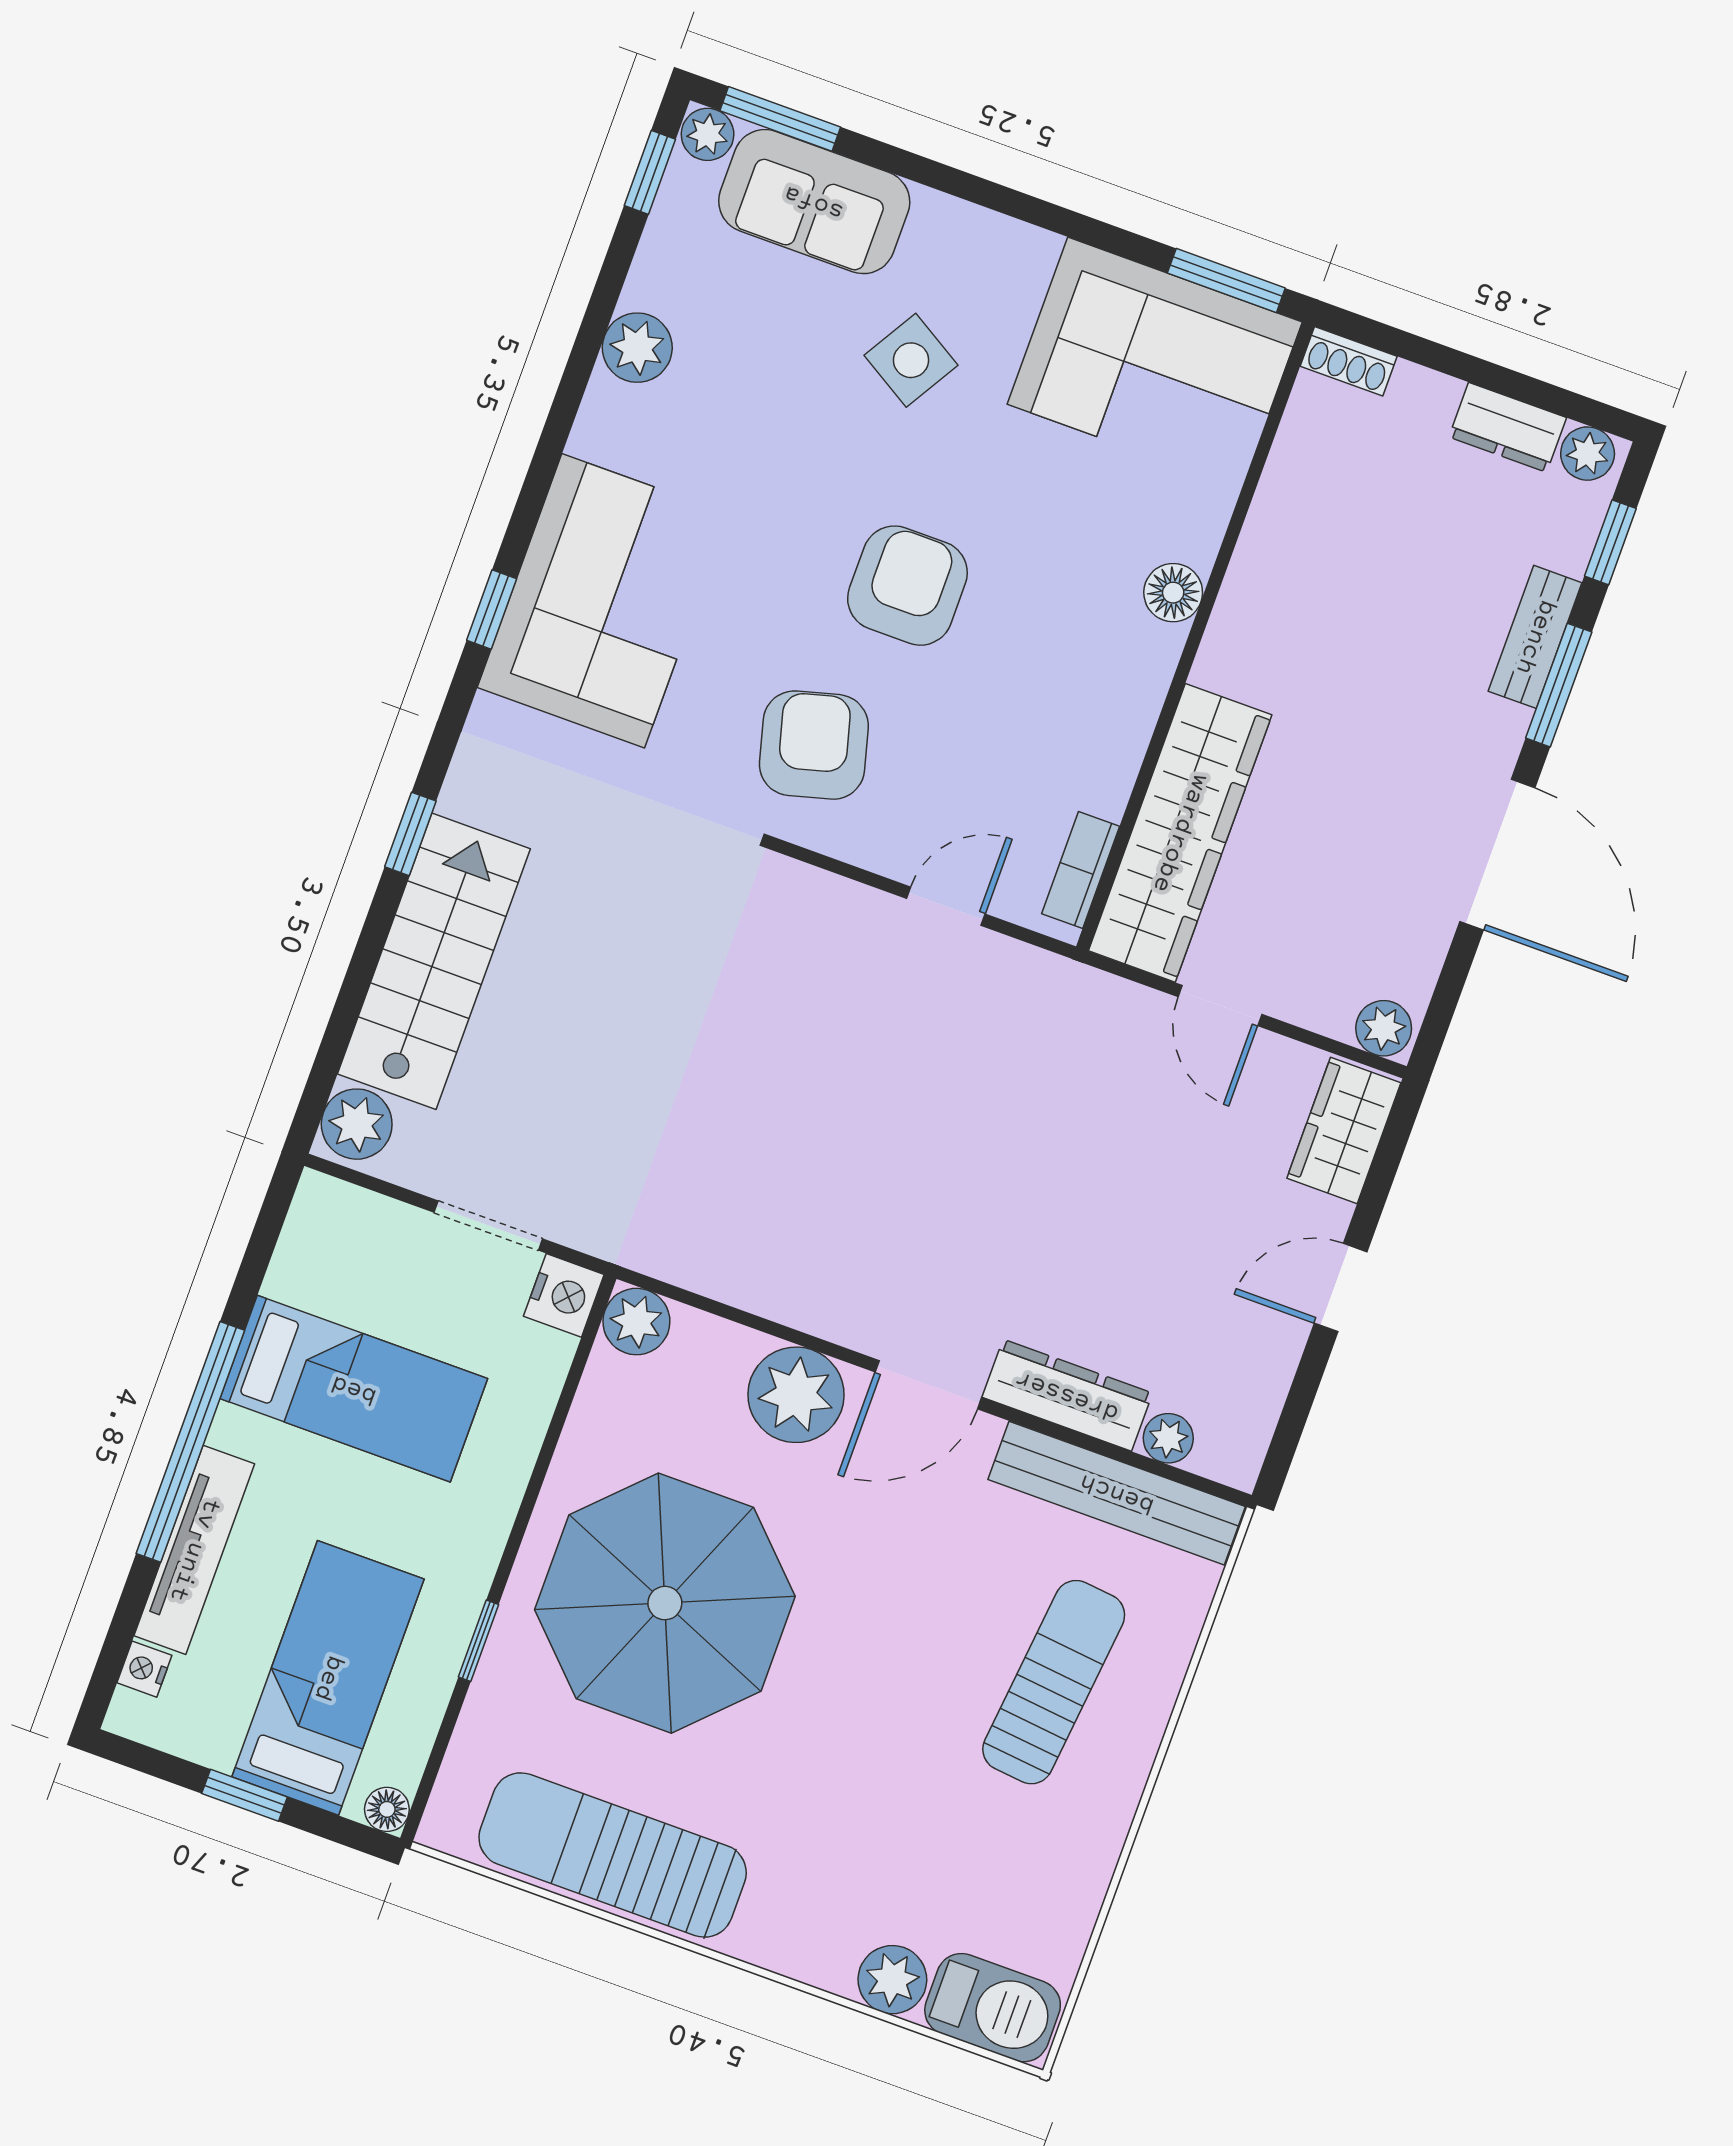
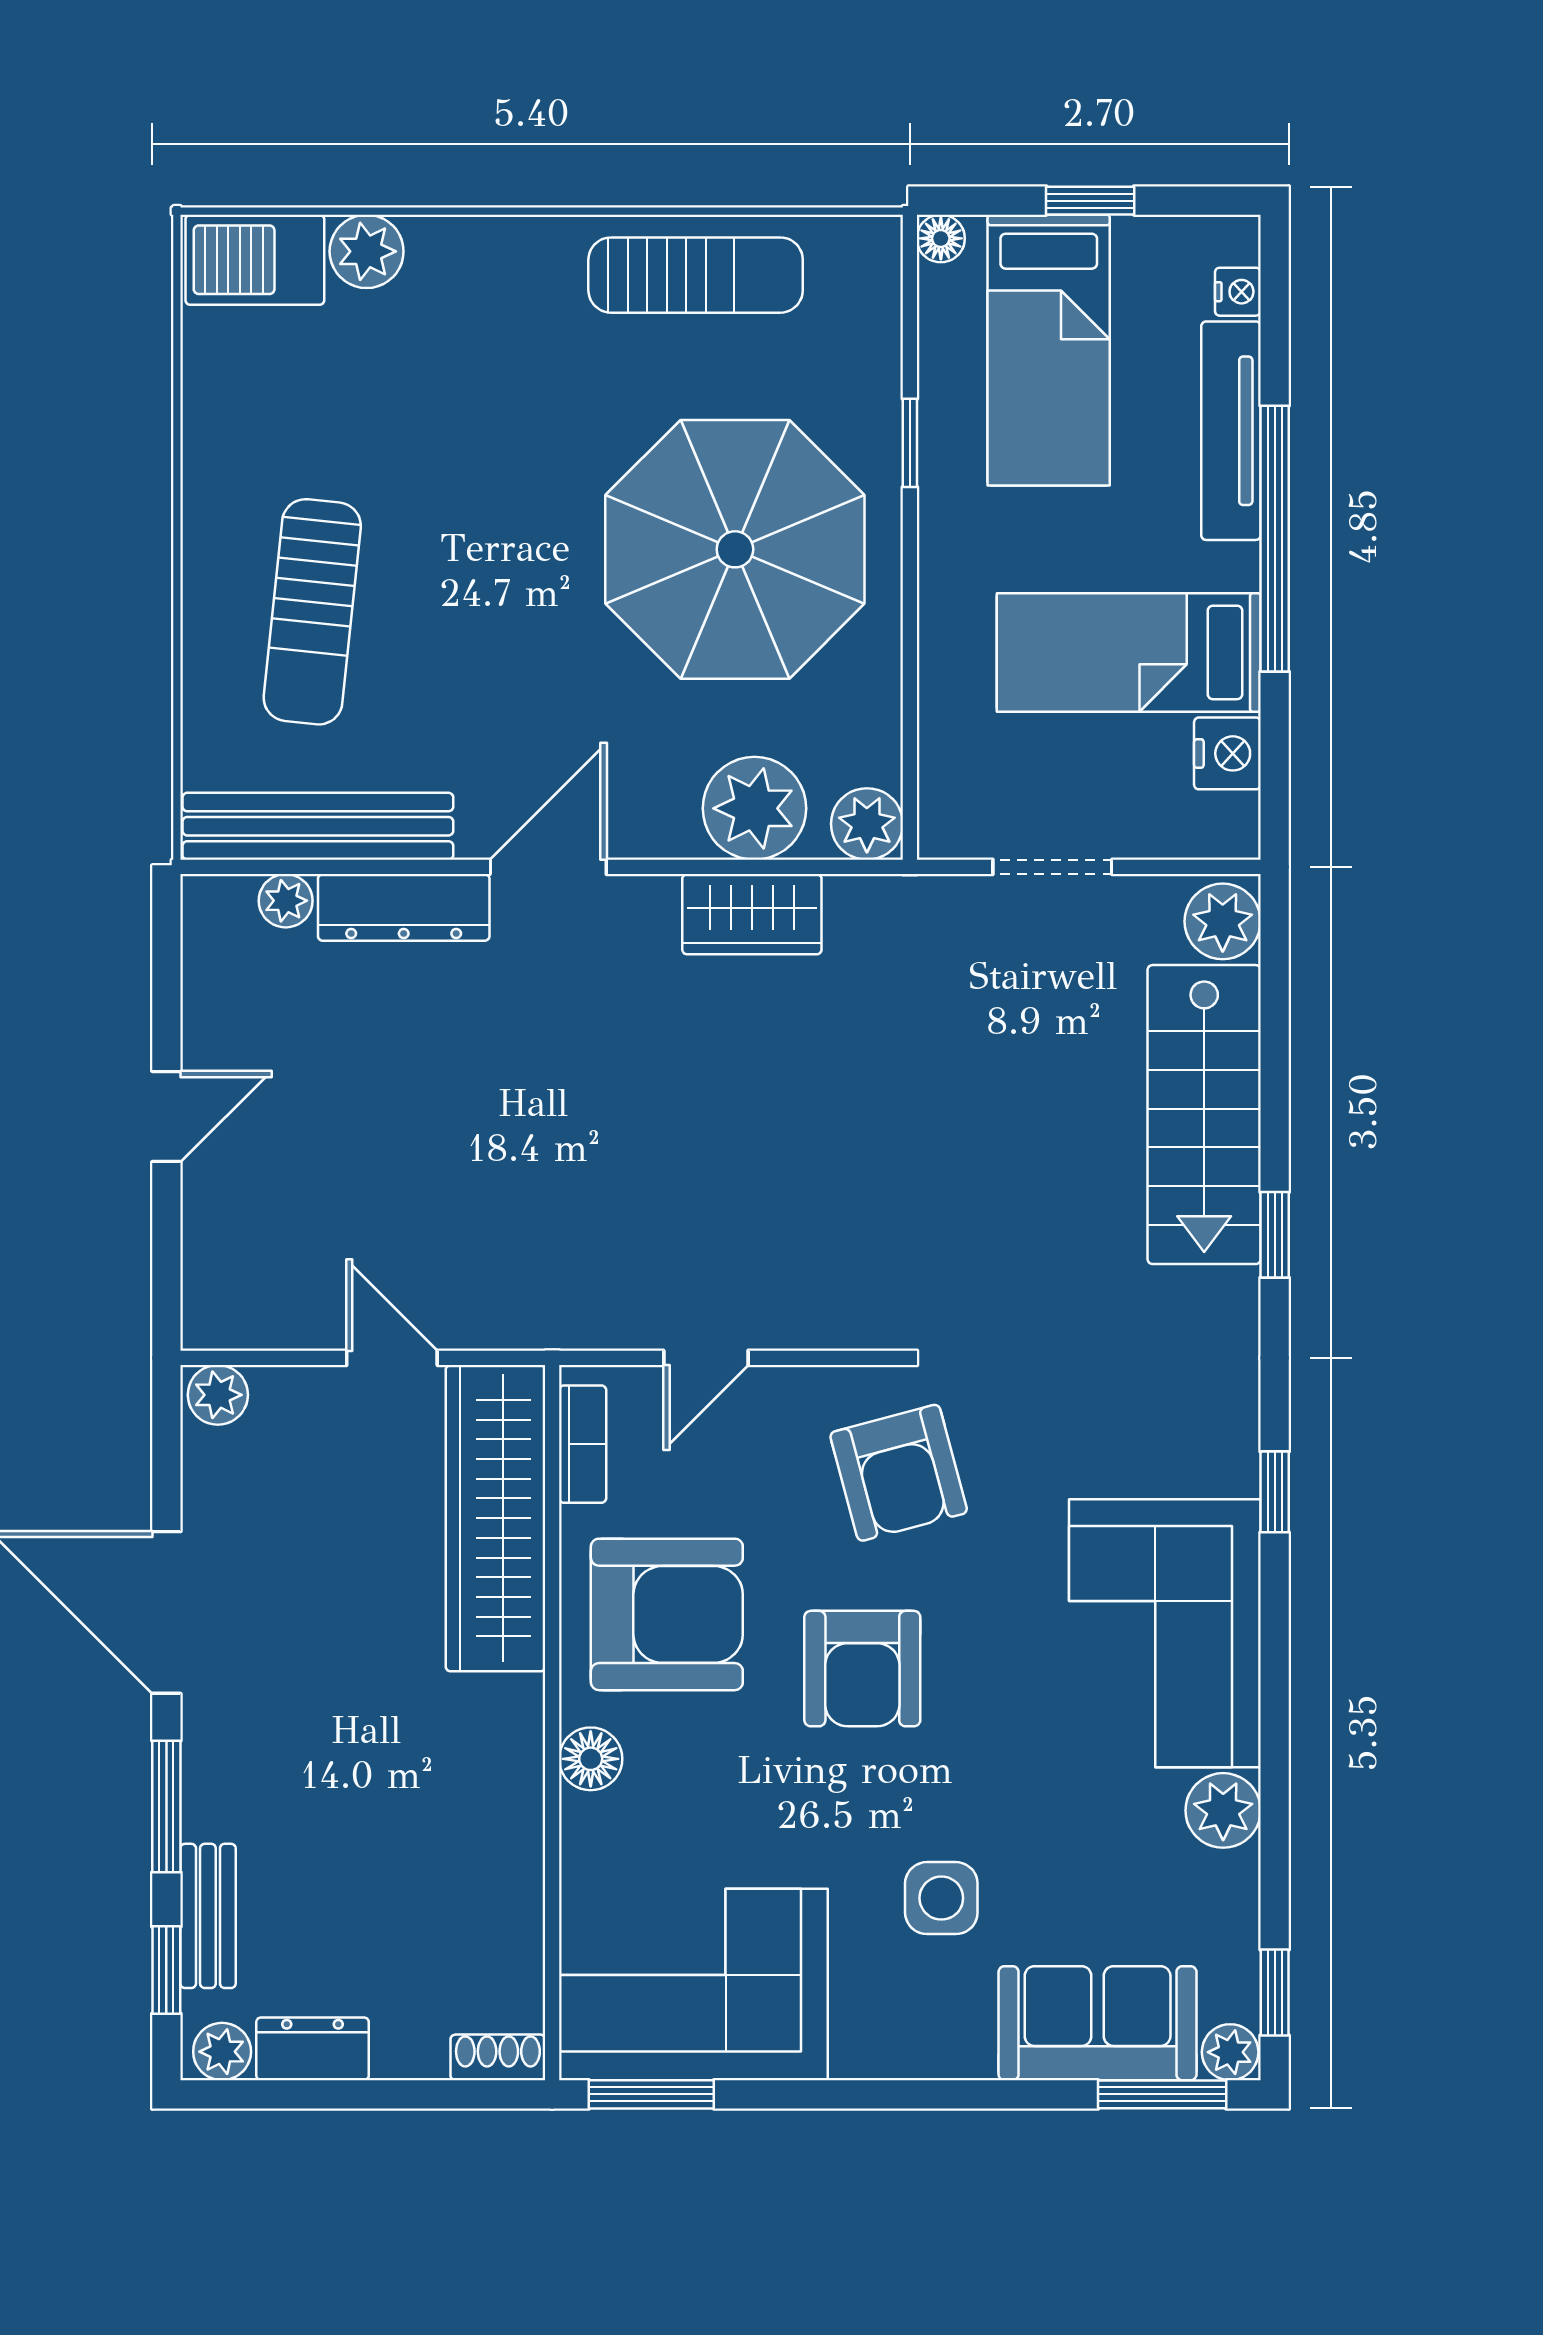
side table: (911, 360) -> (941, 1898), turned -31
corner sofa: (603, 601) -> (1165, 1633), moved
bench: (1535, 637) -> (208, 1916), moved
armchair: (1061, 695) -> (667, 1614), added
wardrobe: (1344, 1130) -> (752, 914), moved, turned 90
nightstand: (564, 1295) -> (1227, 753), moved, turned 180
plant: (796, 1395) -> (754, 808), moved
sun lounger: (613, 1855) -> (696, 275), width x0.73, depth x0.75

